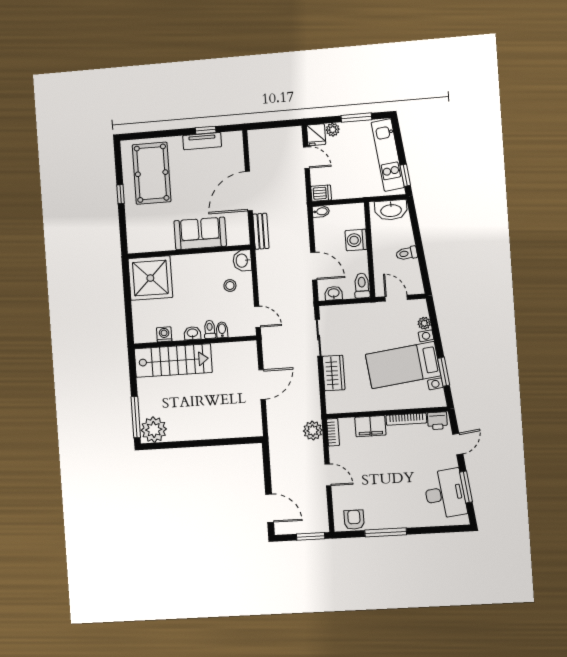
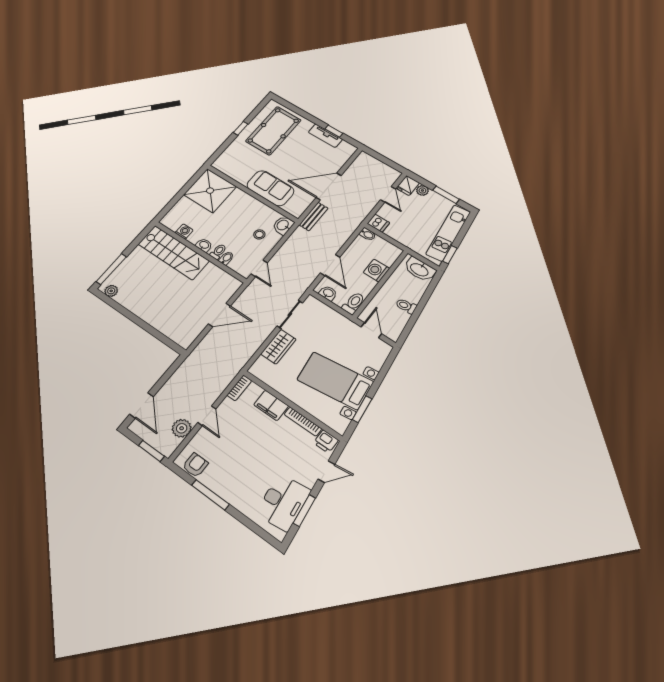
plant: (424, 323) -> (377, 363), removed
plant: (154, 430) -> (111, 291), width x0.53, depth x0.53
plant: (313, 431) -> (182, 428), moved

